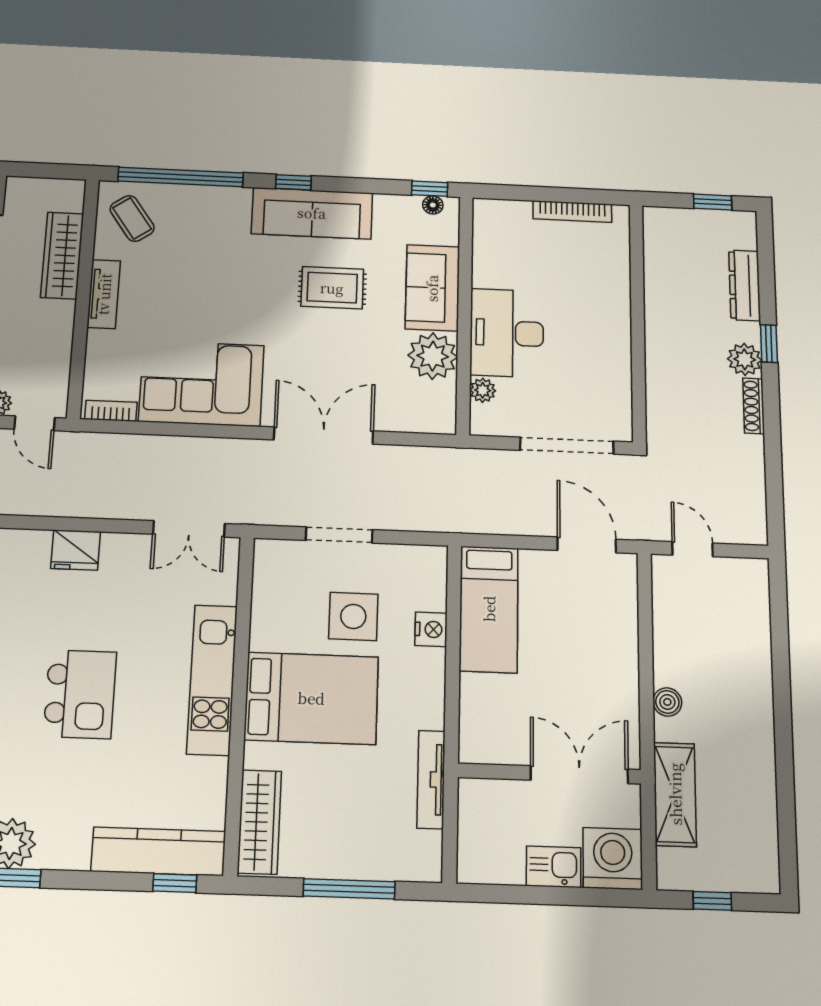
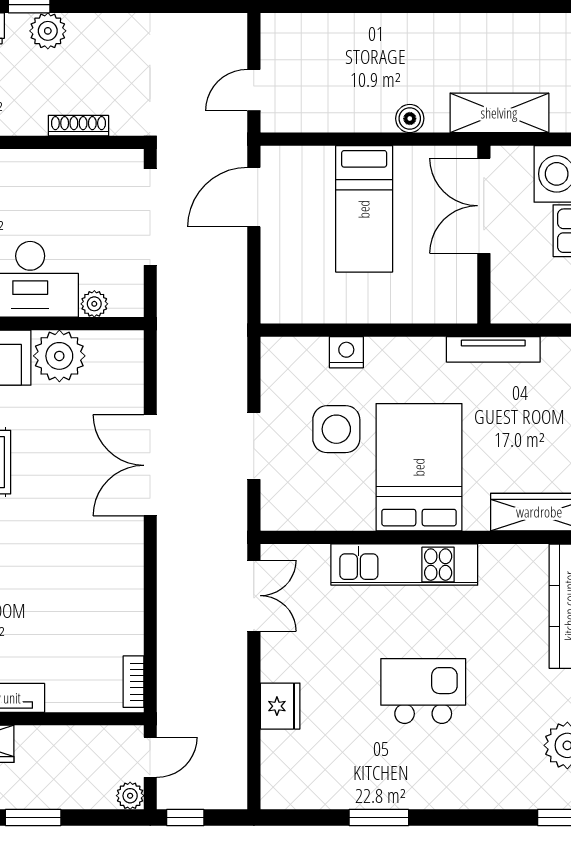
corner sofa: (202, 383) -> (100, 592), removed
shoe rack: (754, 406) -> (78, 126), moved, turned 180
bed: (489, 609) -> (364, 209), moved, turned 90

